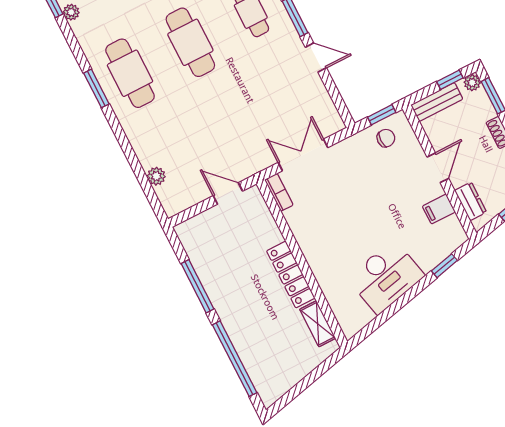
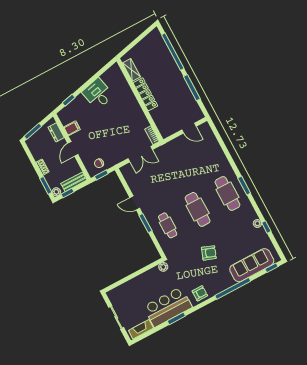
plant: (156, 176) -> (213, 142), removed
door: (228, 193) -> (189, 128), moved
desk: (386, 277) -> (98, 94), width x0.73

